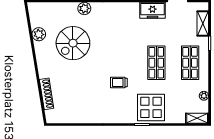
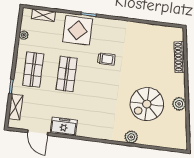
plant: (39, 34) -> (179, 104), moved
spiral stairs: (73, 43) -> (147, 104), turned 180
shelving: (197, 118) -> (43, 15), moved

